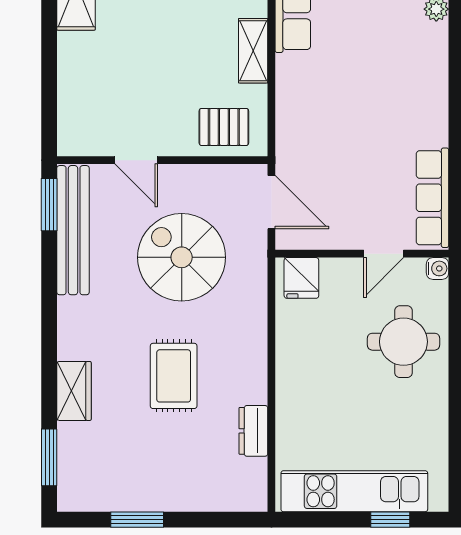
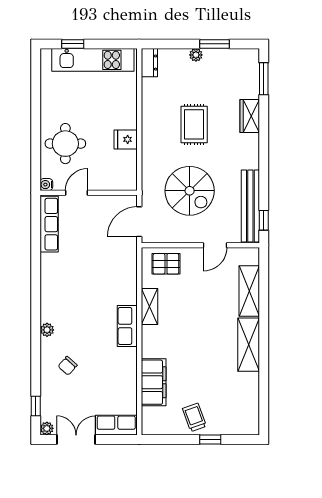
shelving: (75, 78) -> (249, 291), added
door: (136, 160) -> (215, 245), swing flipped
door: (271, 202) -> (139, 222), hinge flipped
window: (49, 205) -> (264, 220), width x0.67
fridge: (301, 278) -> (126, 139), moved, turned -90
dresser: (253, 431) -> (149, 63), moved
plant: (170, 500) -> (196, 55), added

